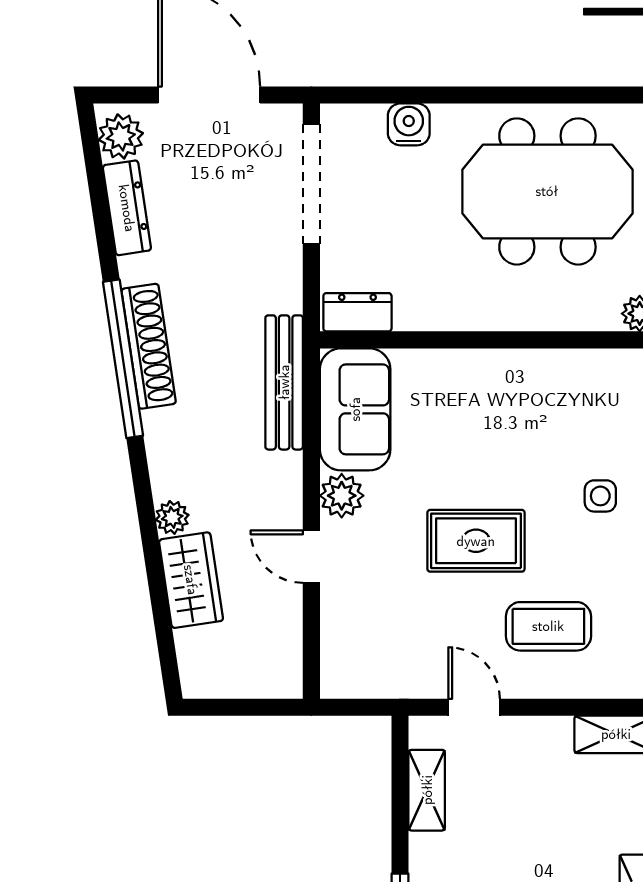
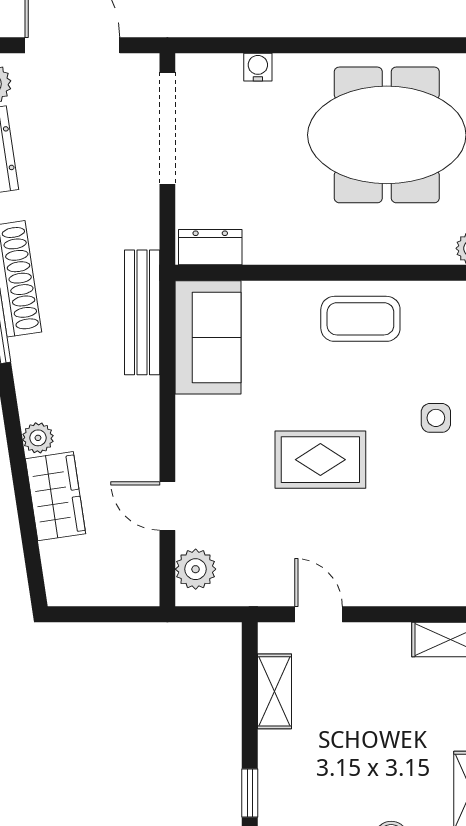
water cooler: (409, 124) -> (258, 67), width x0.72, depth x0.72
plant: (342, 496) -> (196, 569), moved
door: (311, 557) -> (167, 506), moved
coffee table: (548, 626) -> (360, 319), moved

